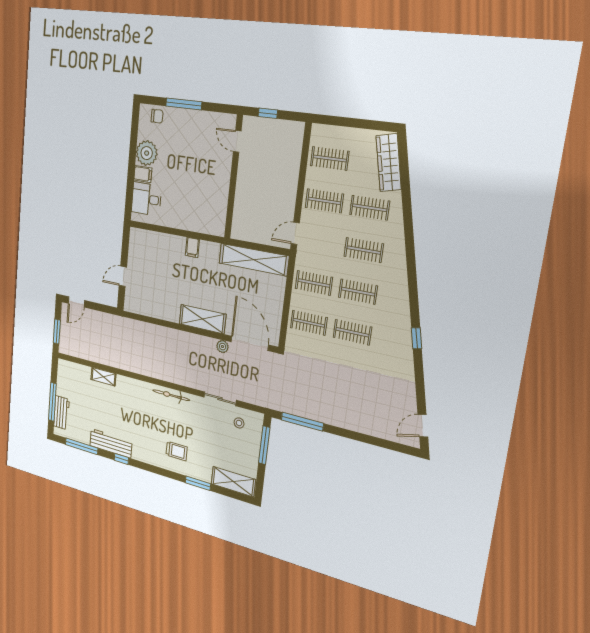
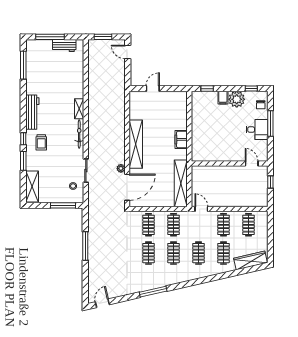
window: (135, 129) -> (251, 89), added
door: (237, 141) -> (252, 164), hinge flipped
window: (129, 196) -> (207, 89), added
desk: (146, 199) -> (257, 130), moved, turned 90
filing cabinet: (192, 247) -> (181, 139), width x2.00
door: (123, 276) -> (153, 89), hinge flipped
shelving: (202, 319) -> (136, 144), width x1.47
window: (417, 338) -> (153, 292), width x2.17
shelving: (103, 377) -> (79, 109), moved
workbench: (61, 413) -> (64, 46), moved
window: (302, 422) -> (85, 246), moved
door: (423, 426) -> (102, 303), hinge flipped
workbench: (111, 443) -> (32, 112), moved
window: (121, 459) -> (23, 139), moved

